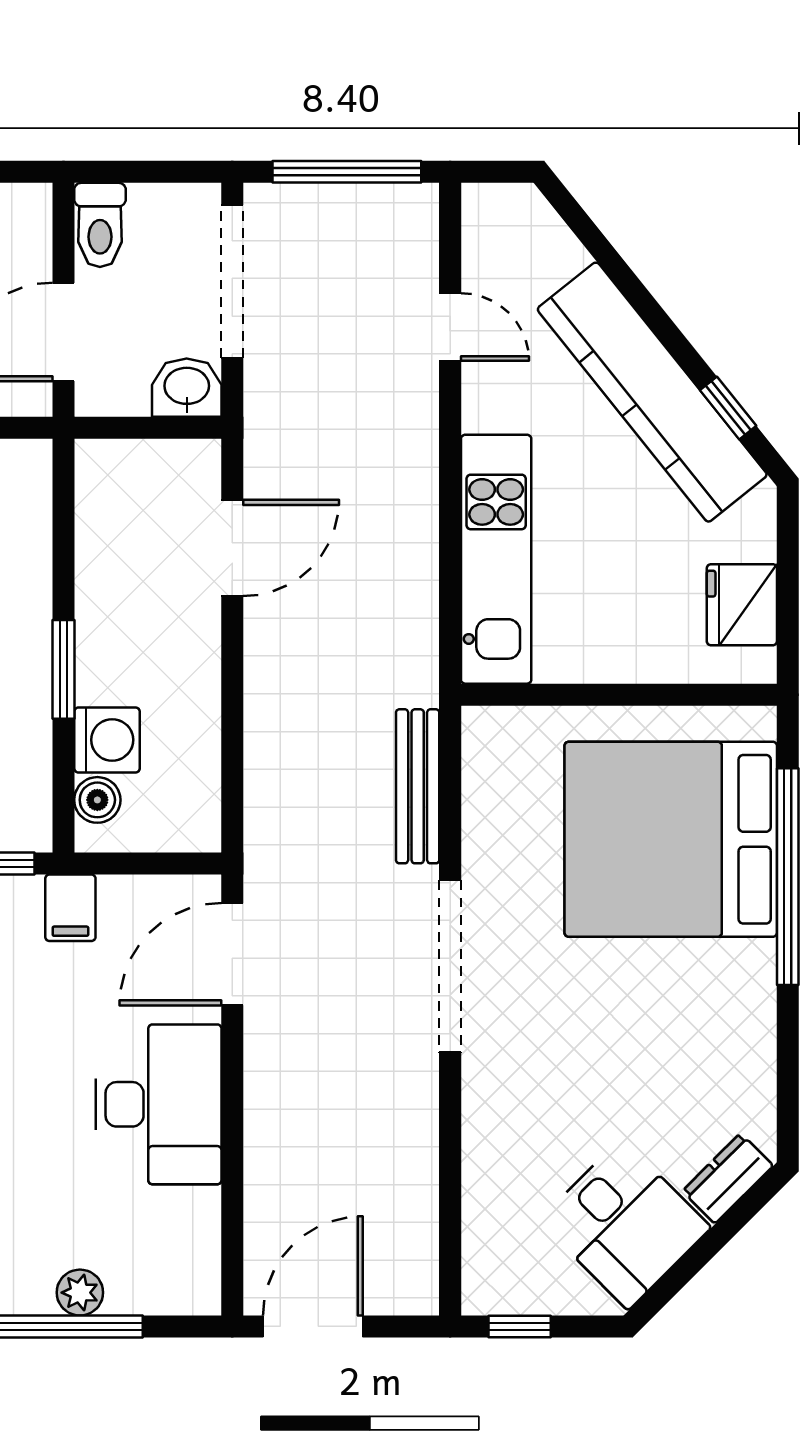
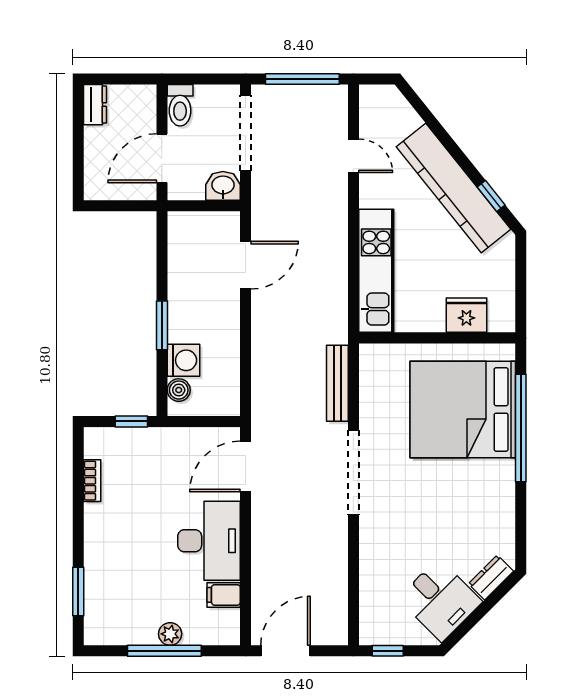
fridge: (742, 605) -> (466, 315), moved, turned 90
filing cabinet: (70, 908) -> (224, 595), moved, turned 90

